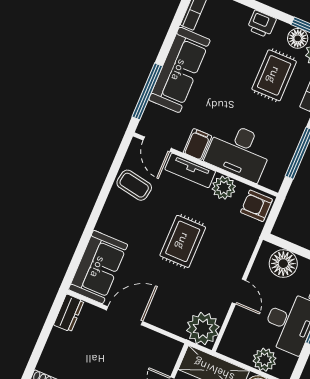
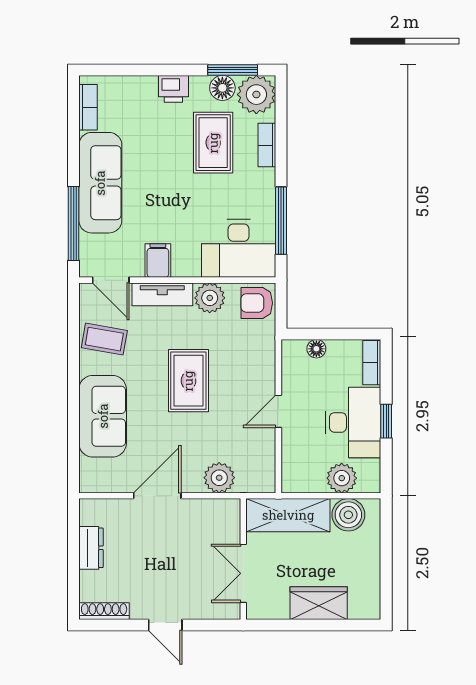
desk: (239, 151) -> (239, 248), moved
floor lamp: (283, 264) -> (316, 349), width x0.53, depth x0.53
sofa: (98, 267) -> (103, 416), moved
door: (239, 292) -> (278, 411), swing flipped
dresser: (69, 313) -> (91, 548), moved
plant: (203, 329) -> (219, 478), moved, width x0.73, depth x0.73

